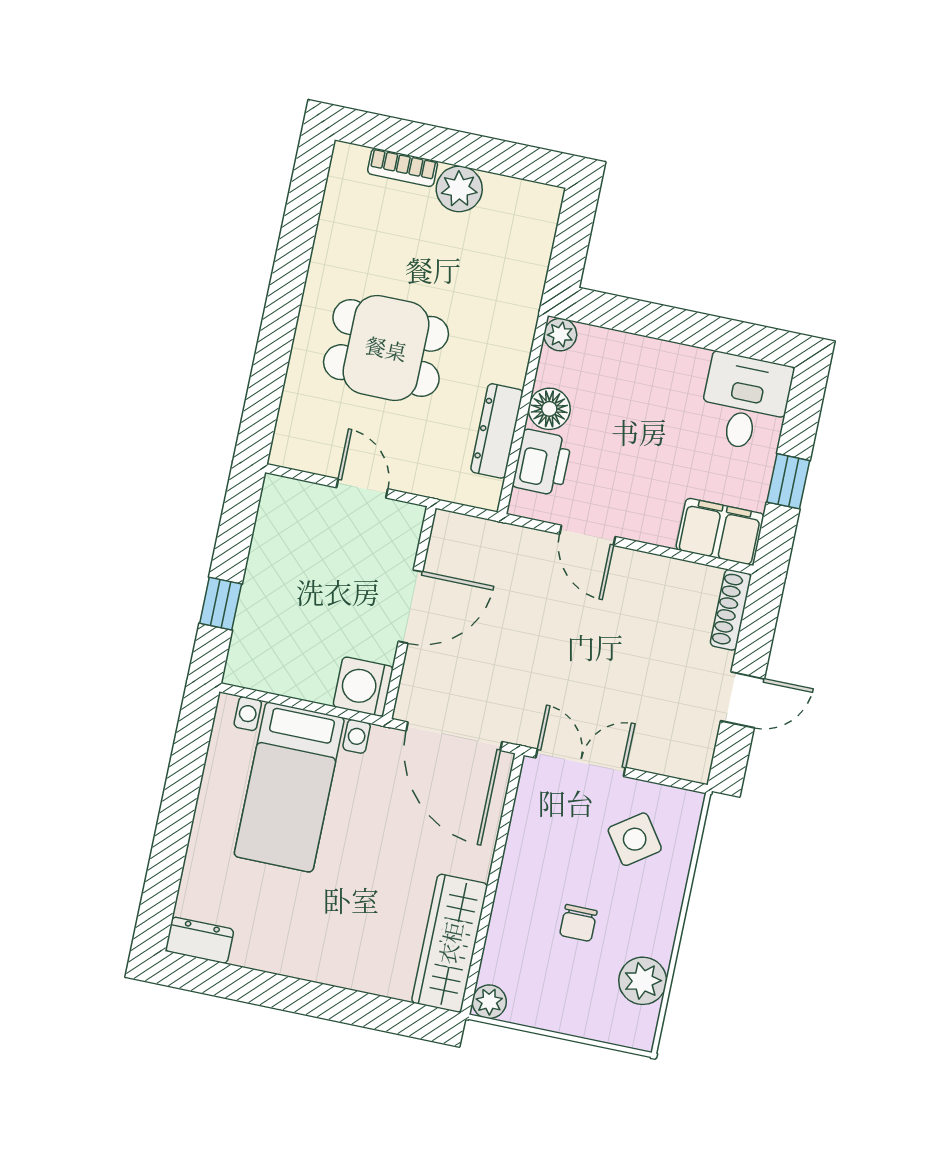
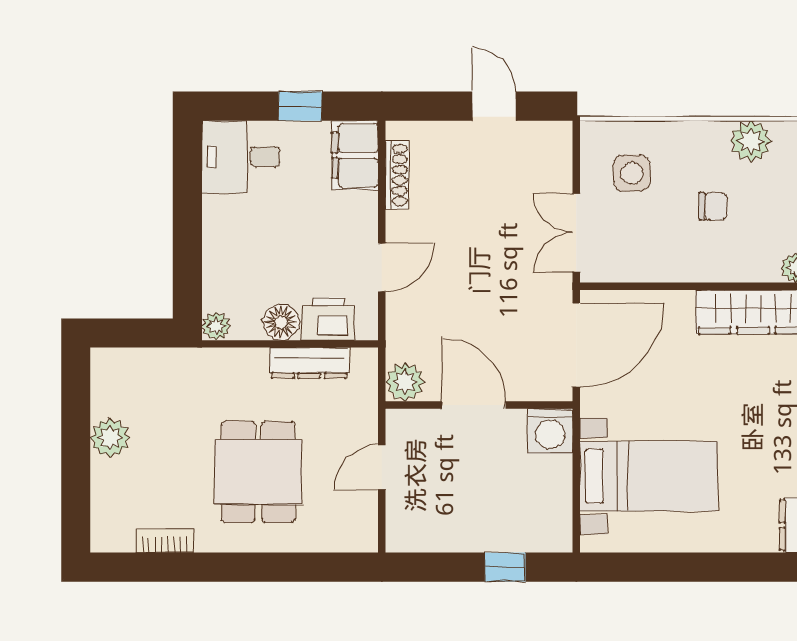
bookcase: (403, 167) -> (165, 541), moved, turned -90
plant: (453, 534) -> (405, 382), added
shoe rack: (731, 610) -> (397, 175), moved, turned -90
side table: (635, 839) -> (632, 173), turned 35

